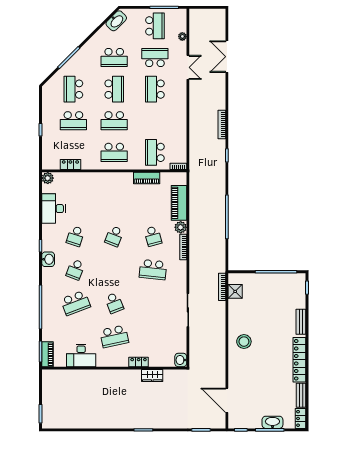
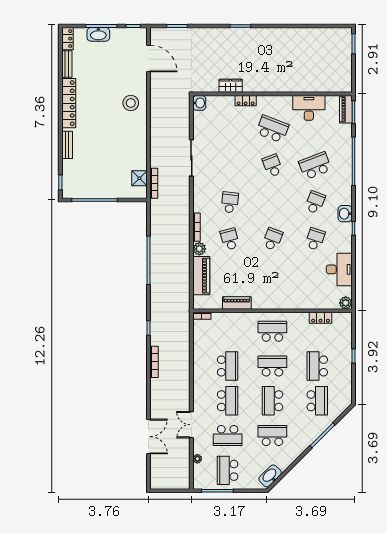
school desk: (73, 121) -> (317, 366), turned -90
school desk: (155, 152) -> (228, 366), moved
school desk: (153, 270) -> (230, 202), width x0.54
school desk: (114, 336) -> (272, 129), turned 33
stool: (244, 342) -> (131, 103), moved

